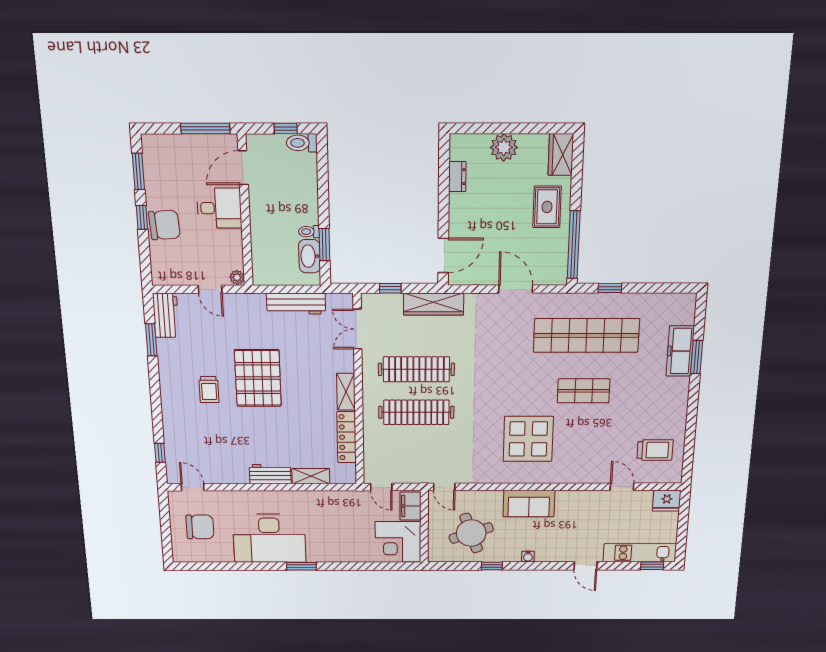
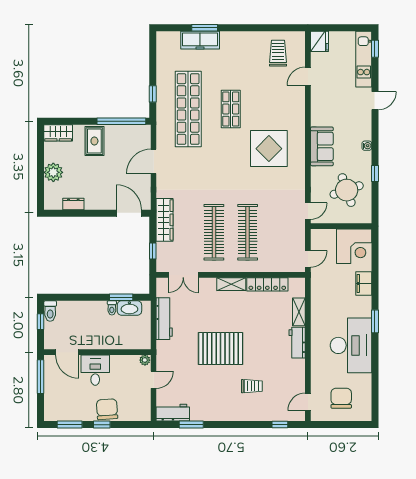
rug: (547, 207) -> (94, 141), turned 90
trolley: (209, 390) -> (252, 386), moved
filing cabinet: (410, 506) -> (364, 283), moved, turned 90

